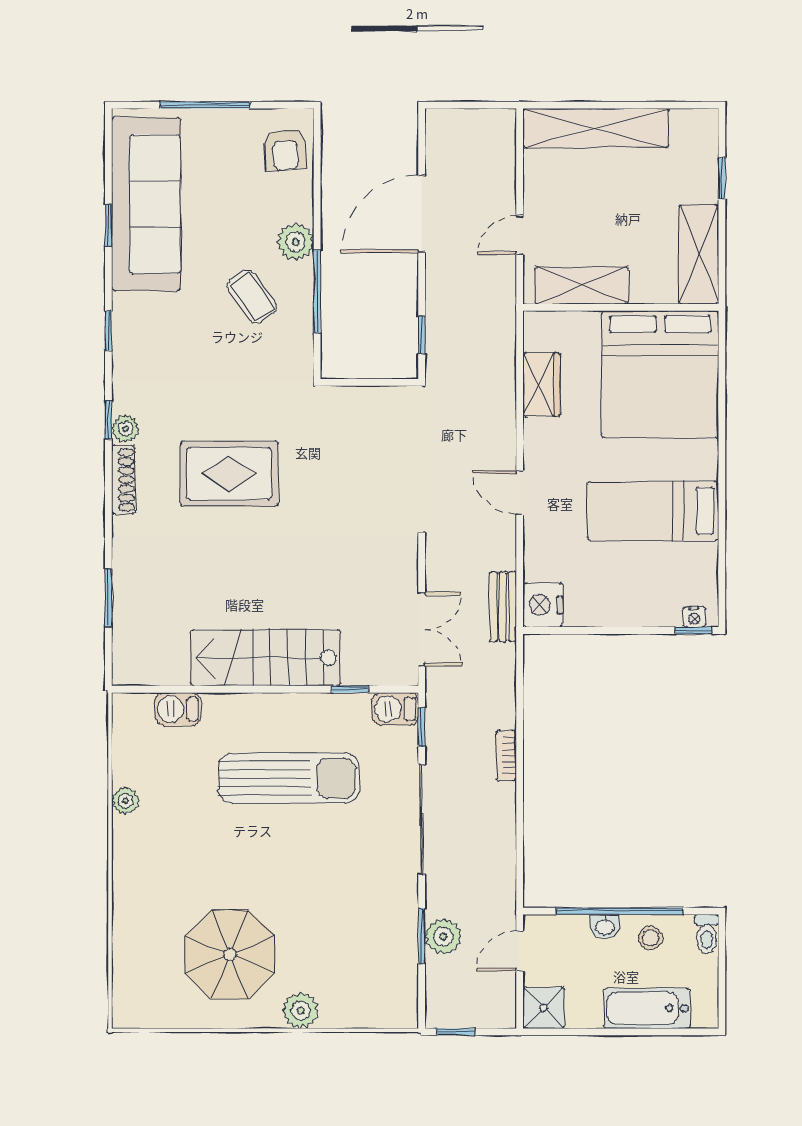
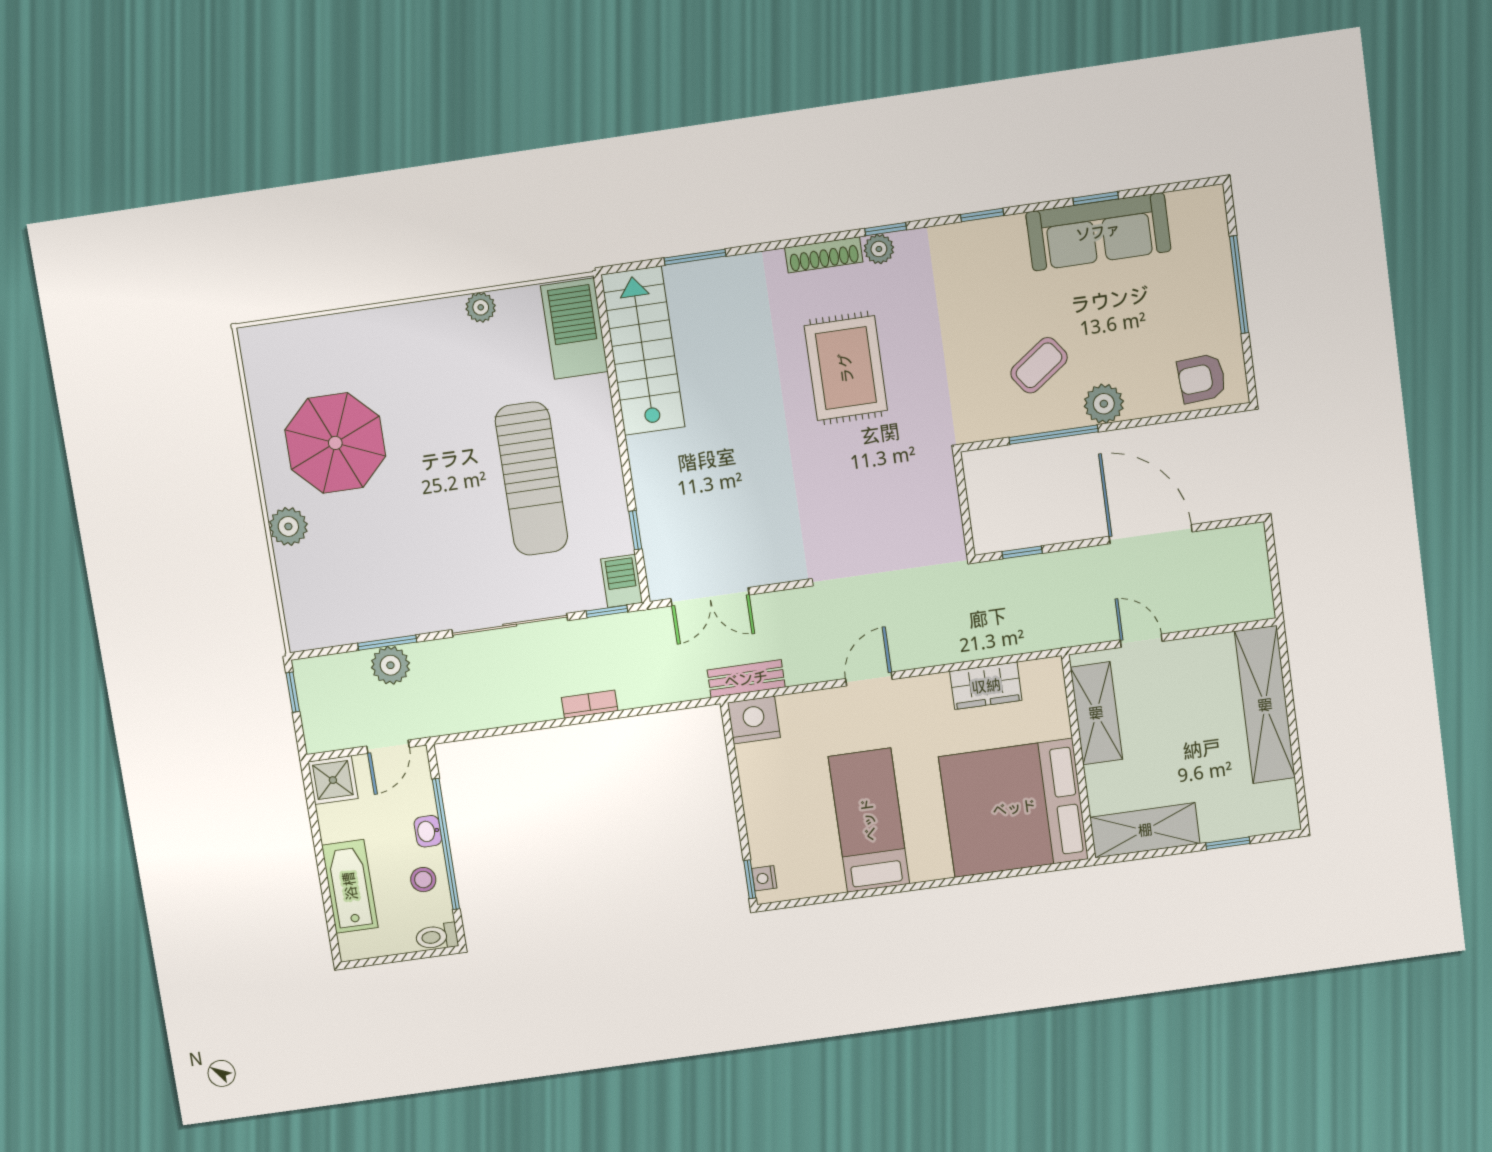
sofa: (146, 204) -> (1098, 232), width x0.74, depth x0.79
stairs: (266, 658) -> (643, 351), moved
barbecue: (178, 709) -> (574, 329), width x1.88, depth x1.53
door: (520, 951) -> (388, 747), swing flipped

